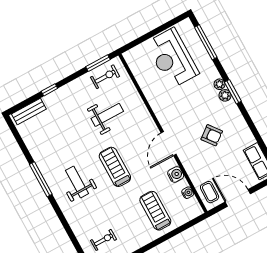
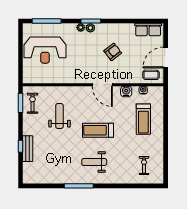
bench: (29, 111) -> (28, 149), moved
treadmill: (155, 211) -> (143, 119), turned -90

